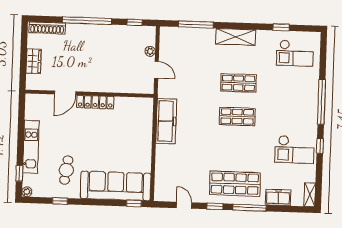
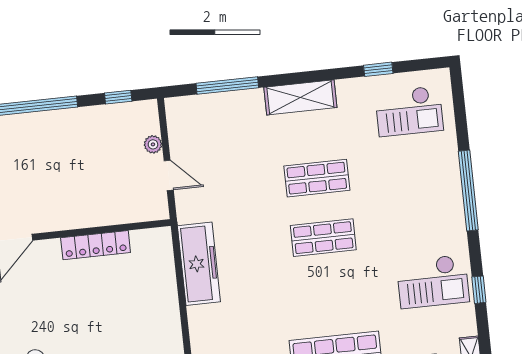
locker: (95, 102) -> (96, 245), moved
window: (320, 146) -> (479, 290), moved

